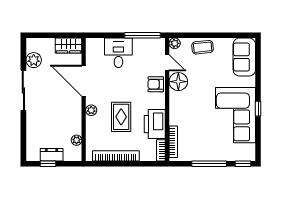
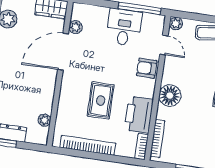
desk: (118, 53) -> (124, 27), moved
door: (84, 81) -> (63, 52), hinge flipped
floor lamp: (178, 82) -> (170, 96), moved
plant: (91, 110) -> (76, 27), moved

